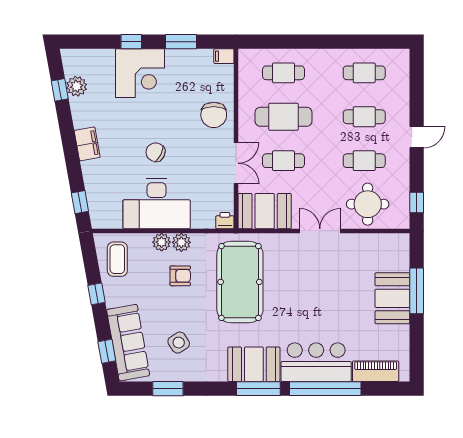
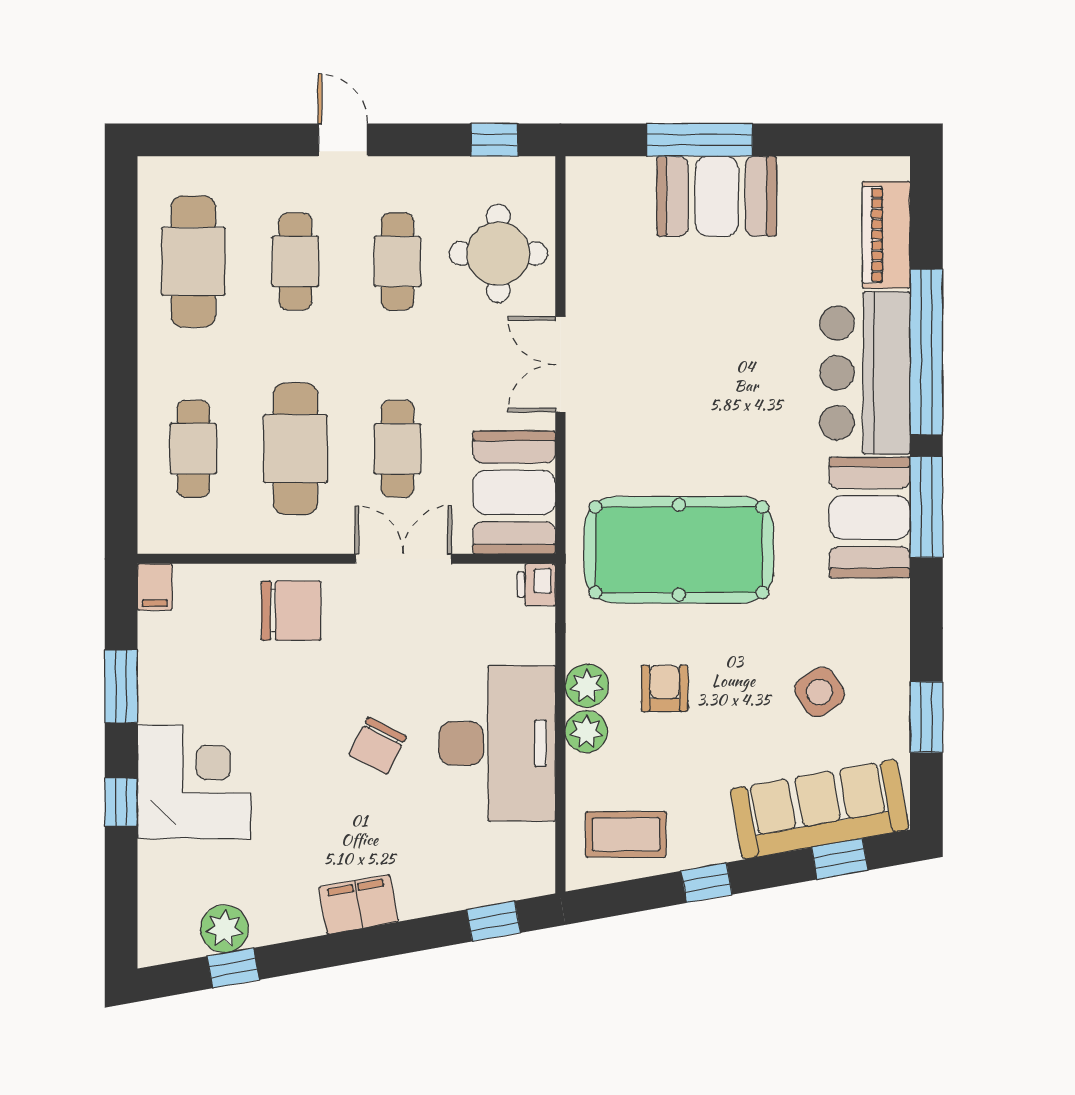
cafe table: (364, 73) -> (193, 261), width x1.37, depth x1.35

